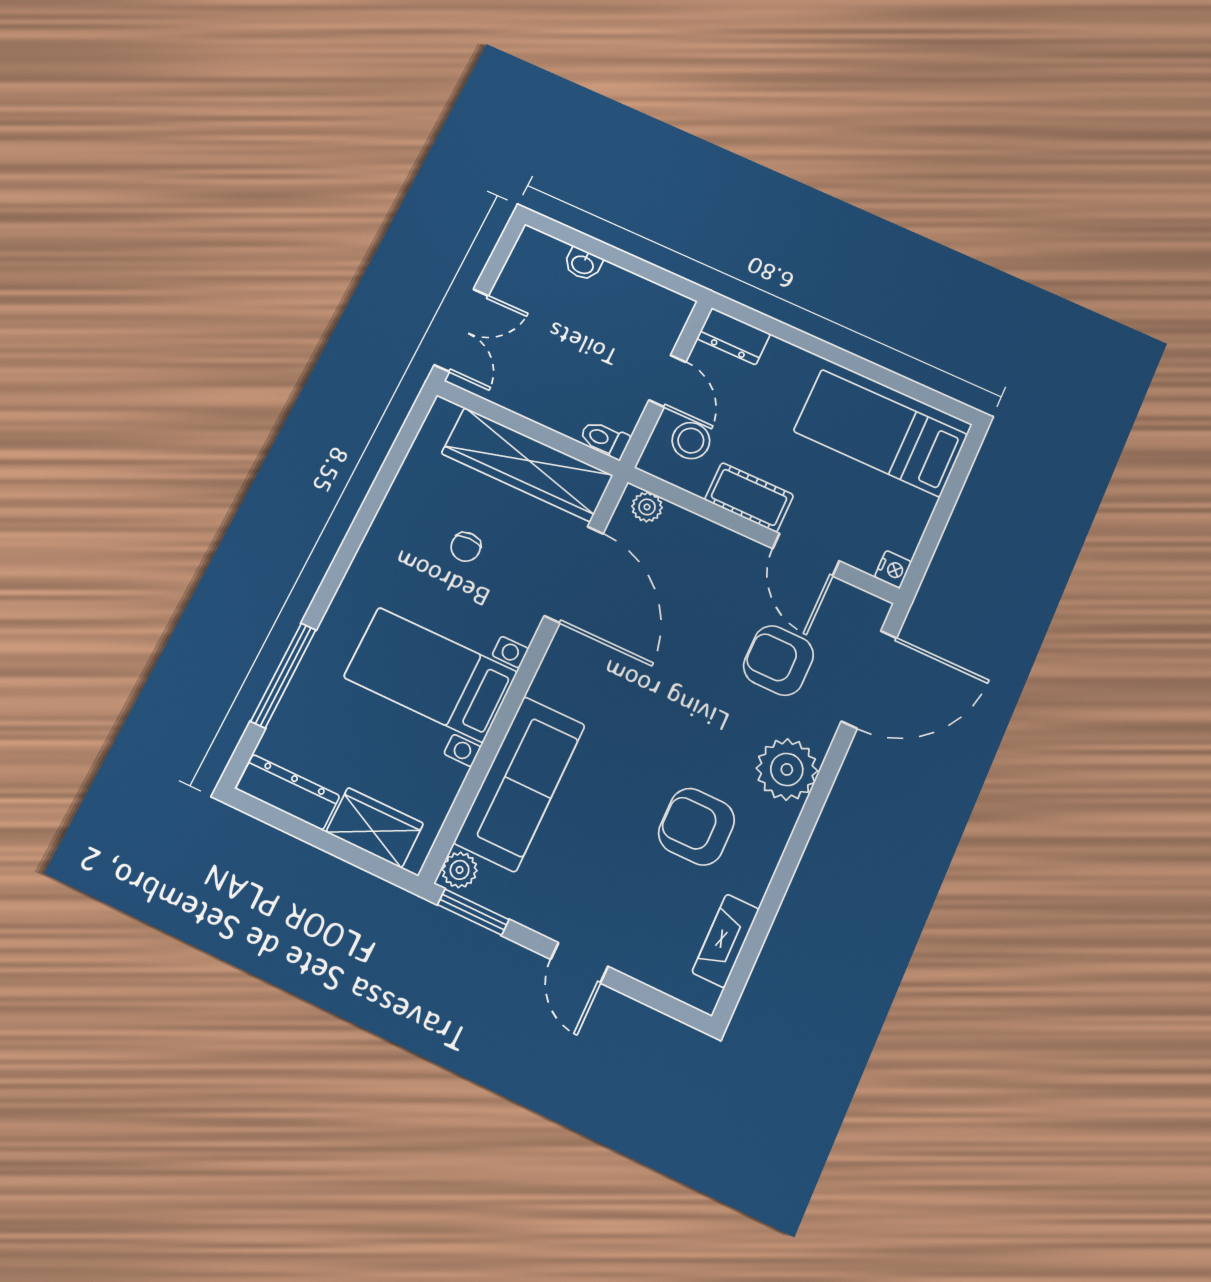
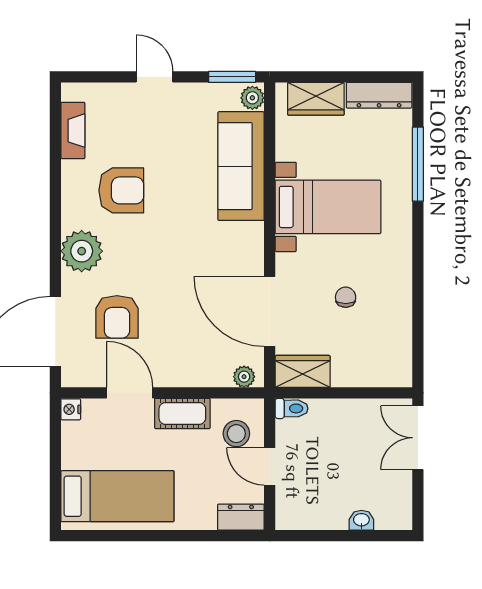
wardrobe: (527, 464) -> (303, 371), width x0.48, depth x0.85
armchair: (778, 660) -> (117, 317), turned 90

